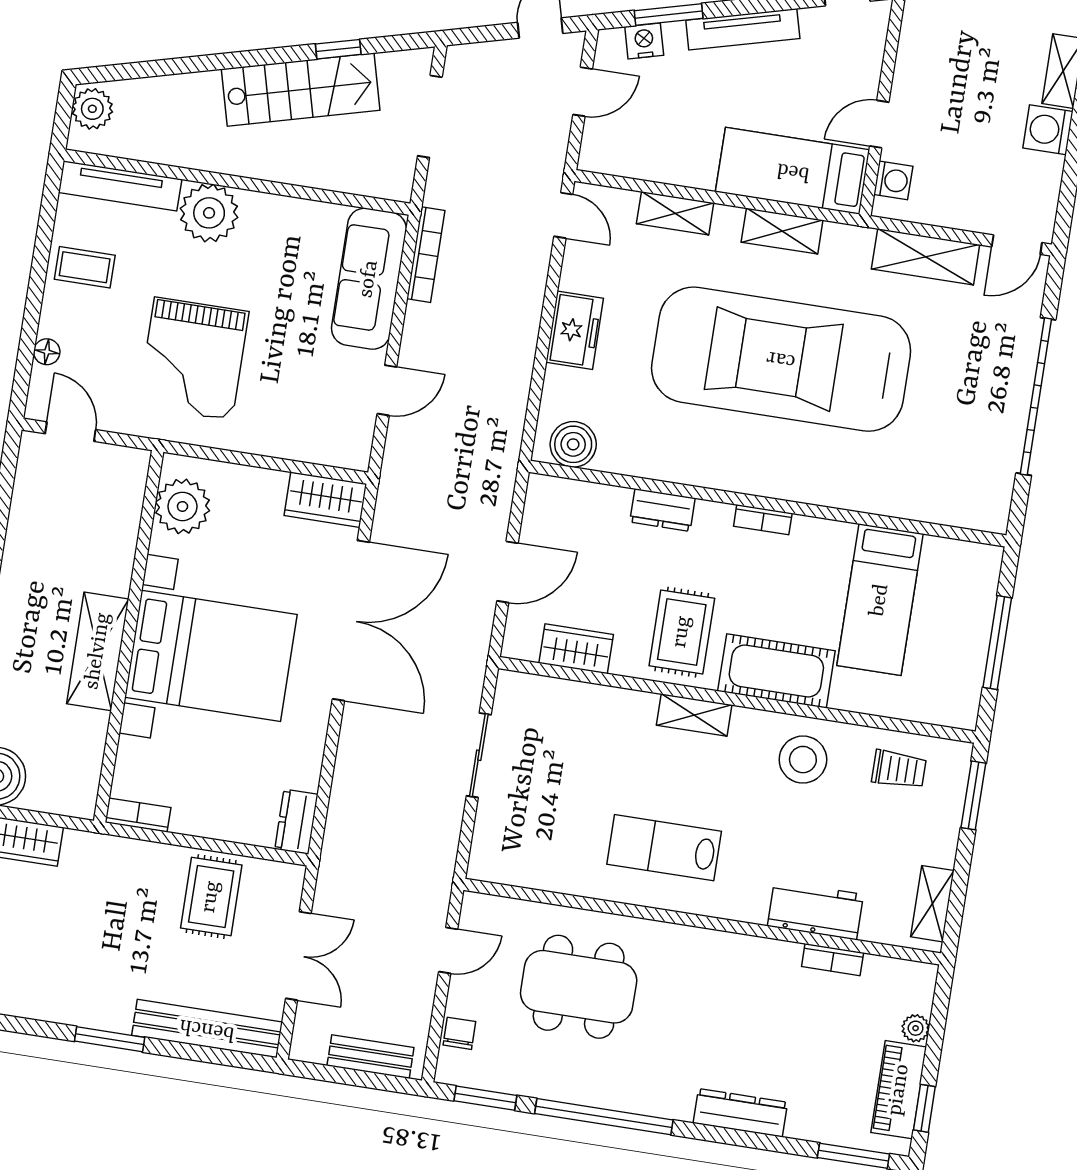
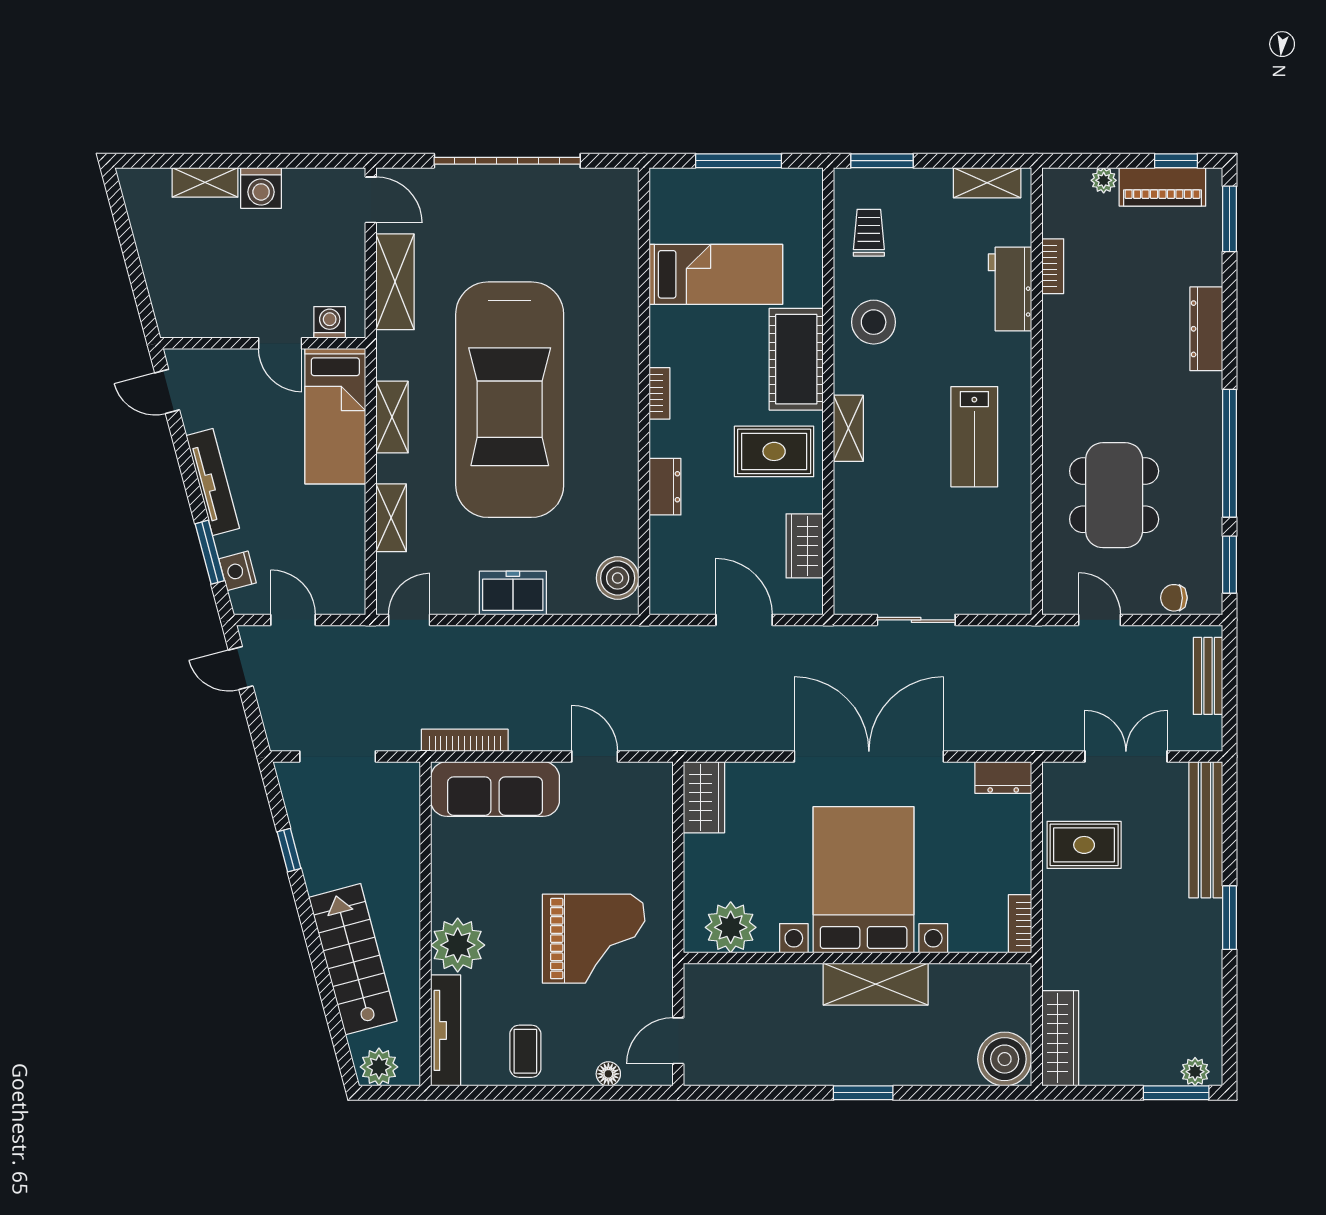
stairs: (301, 90) -> (353, 959), moved
double door: (351, 621) -> (869, 756), moved

